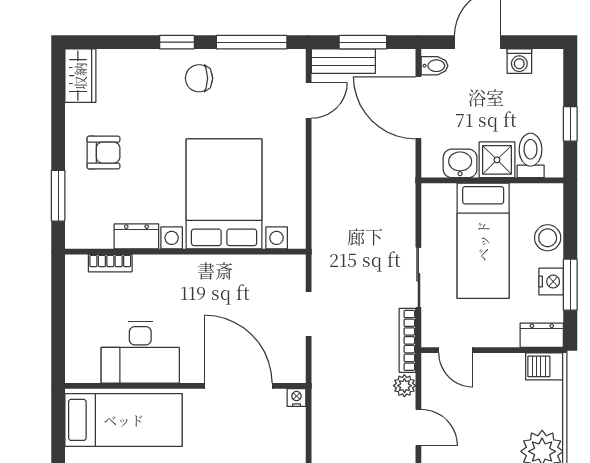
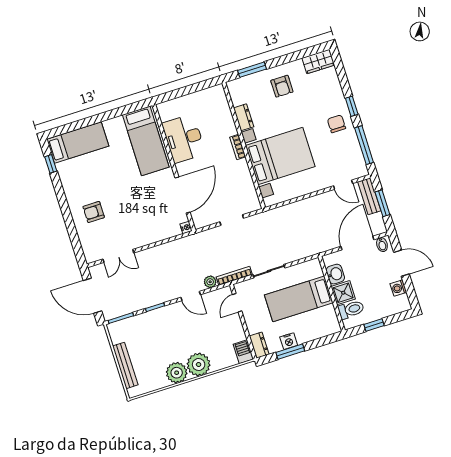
stool: (548, 238) -> (311, 332), removed
bookcase: (110, 263) -> (238, 147), moved
door: (418, 427) -> (191, 296), hinge flipped

